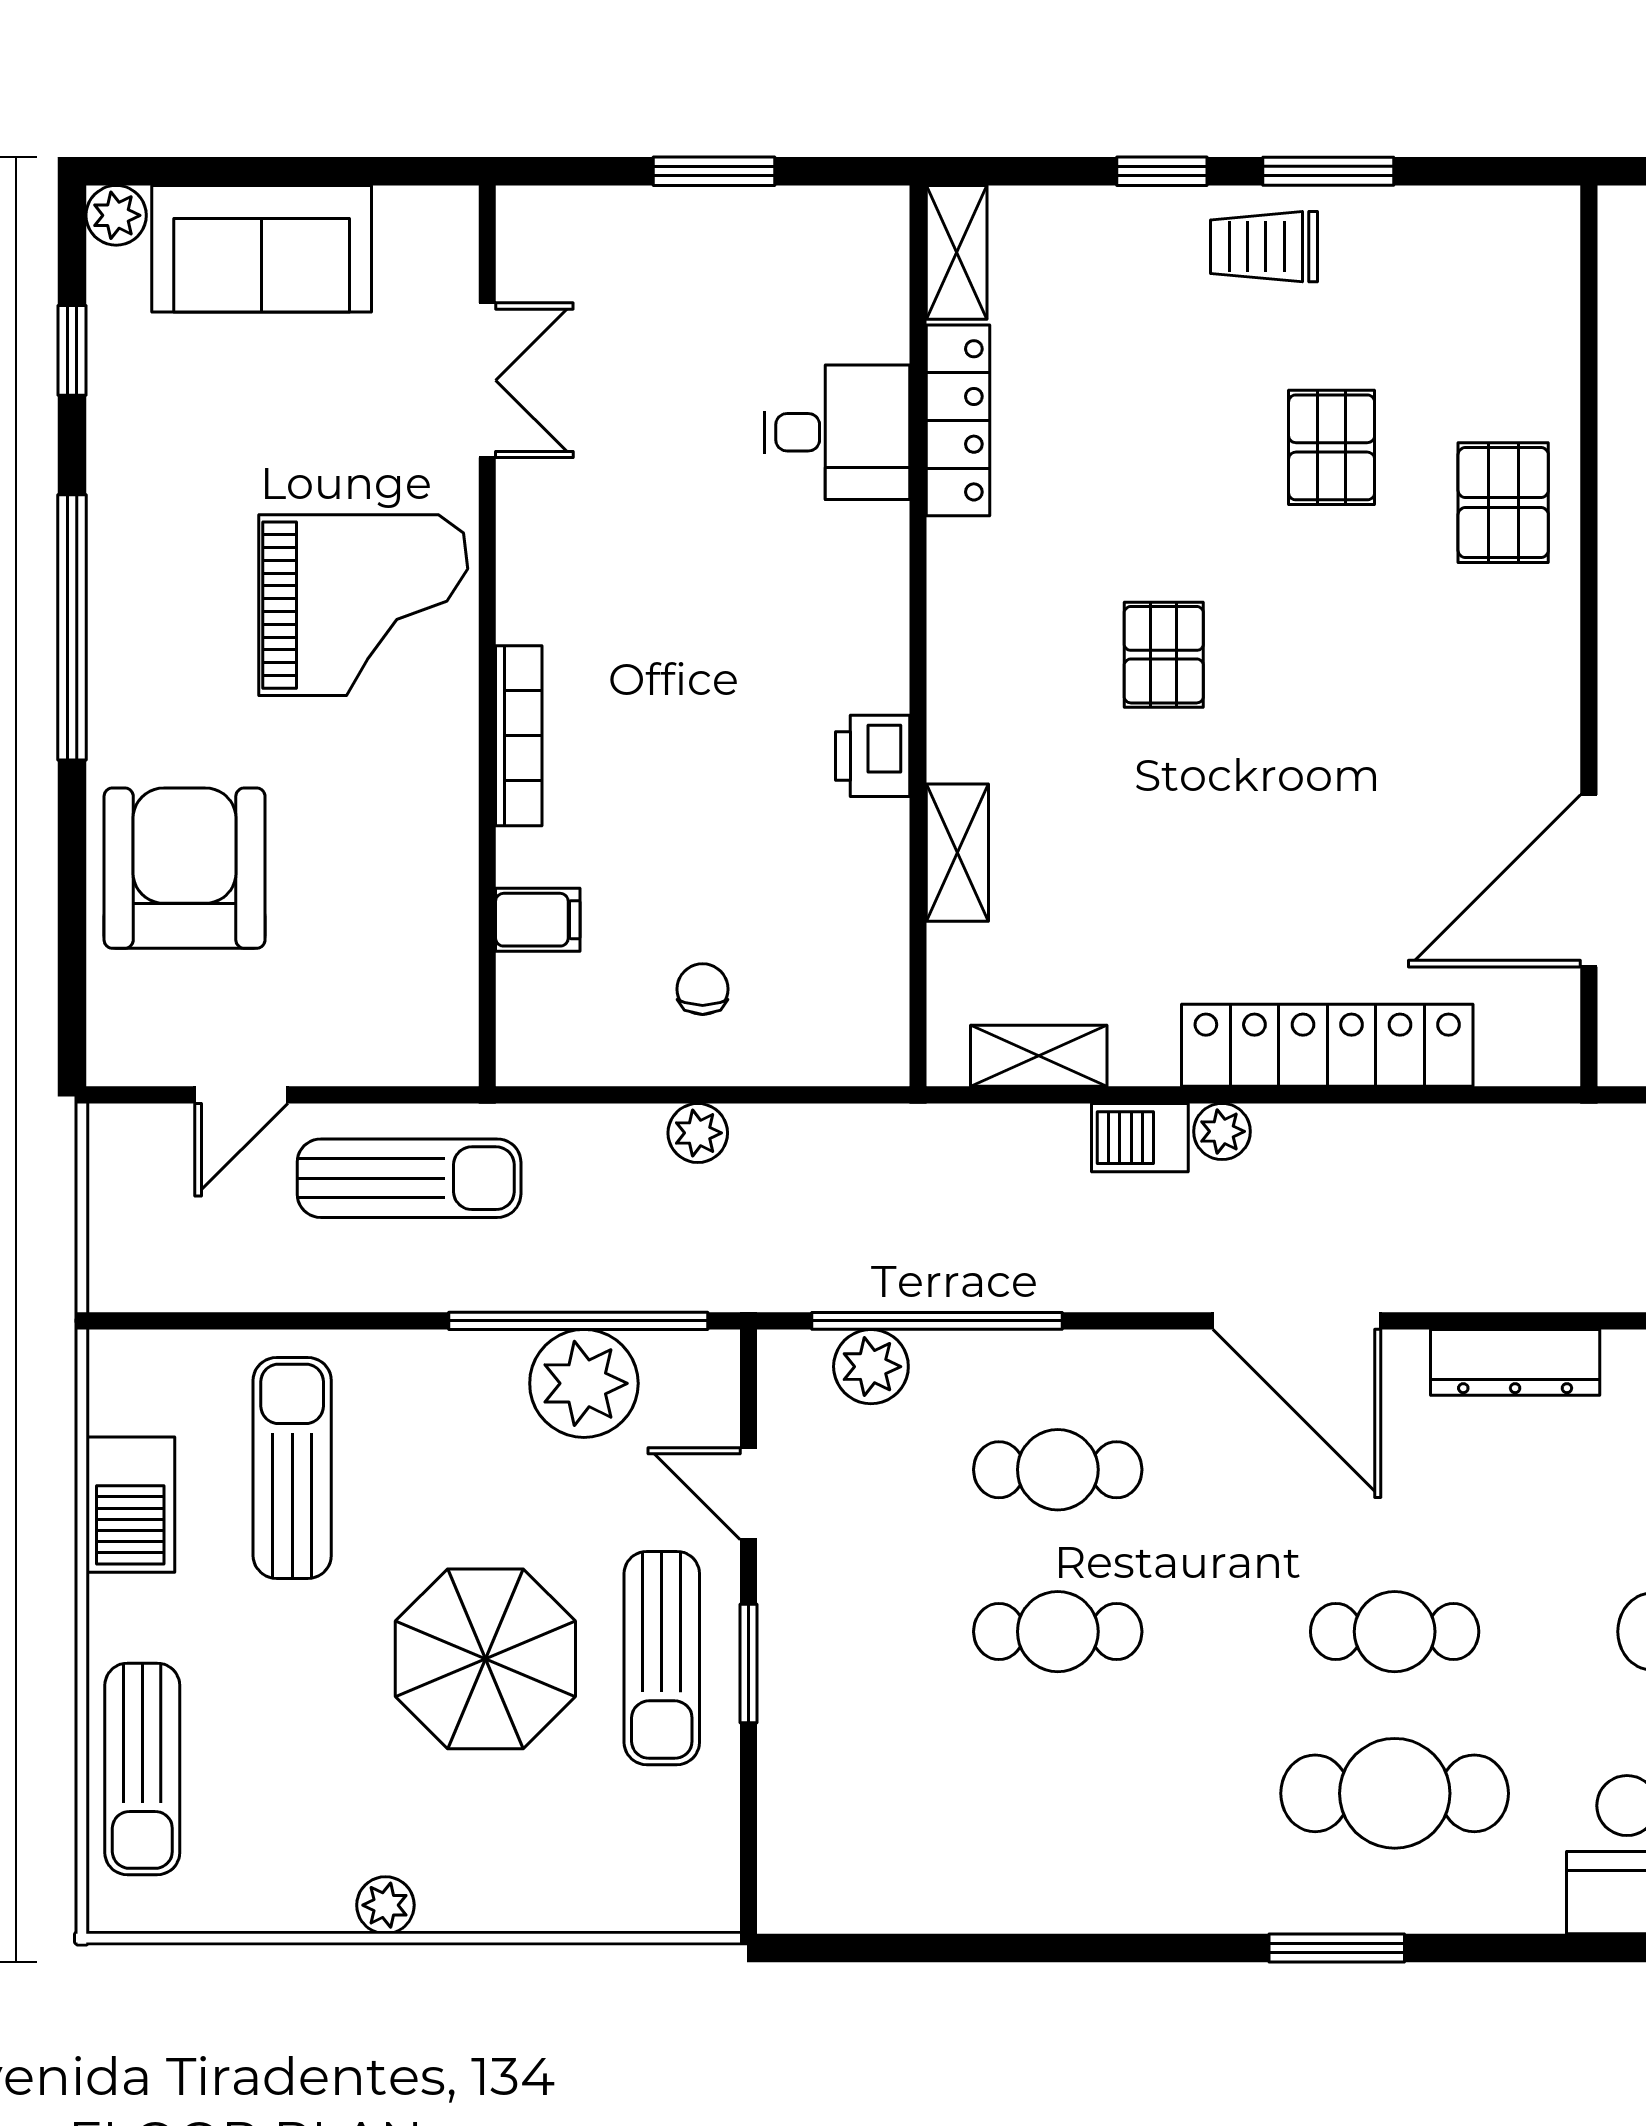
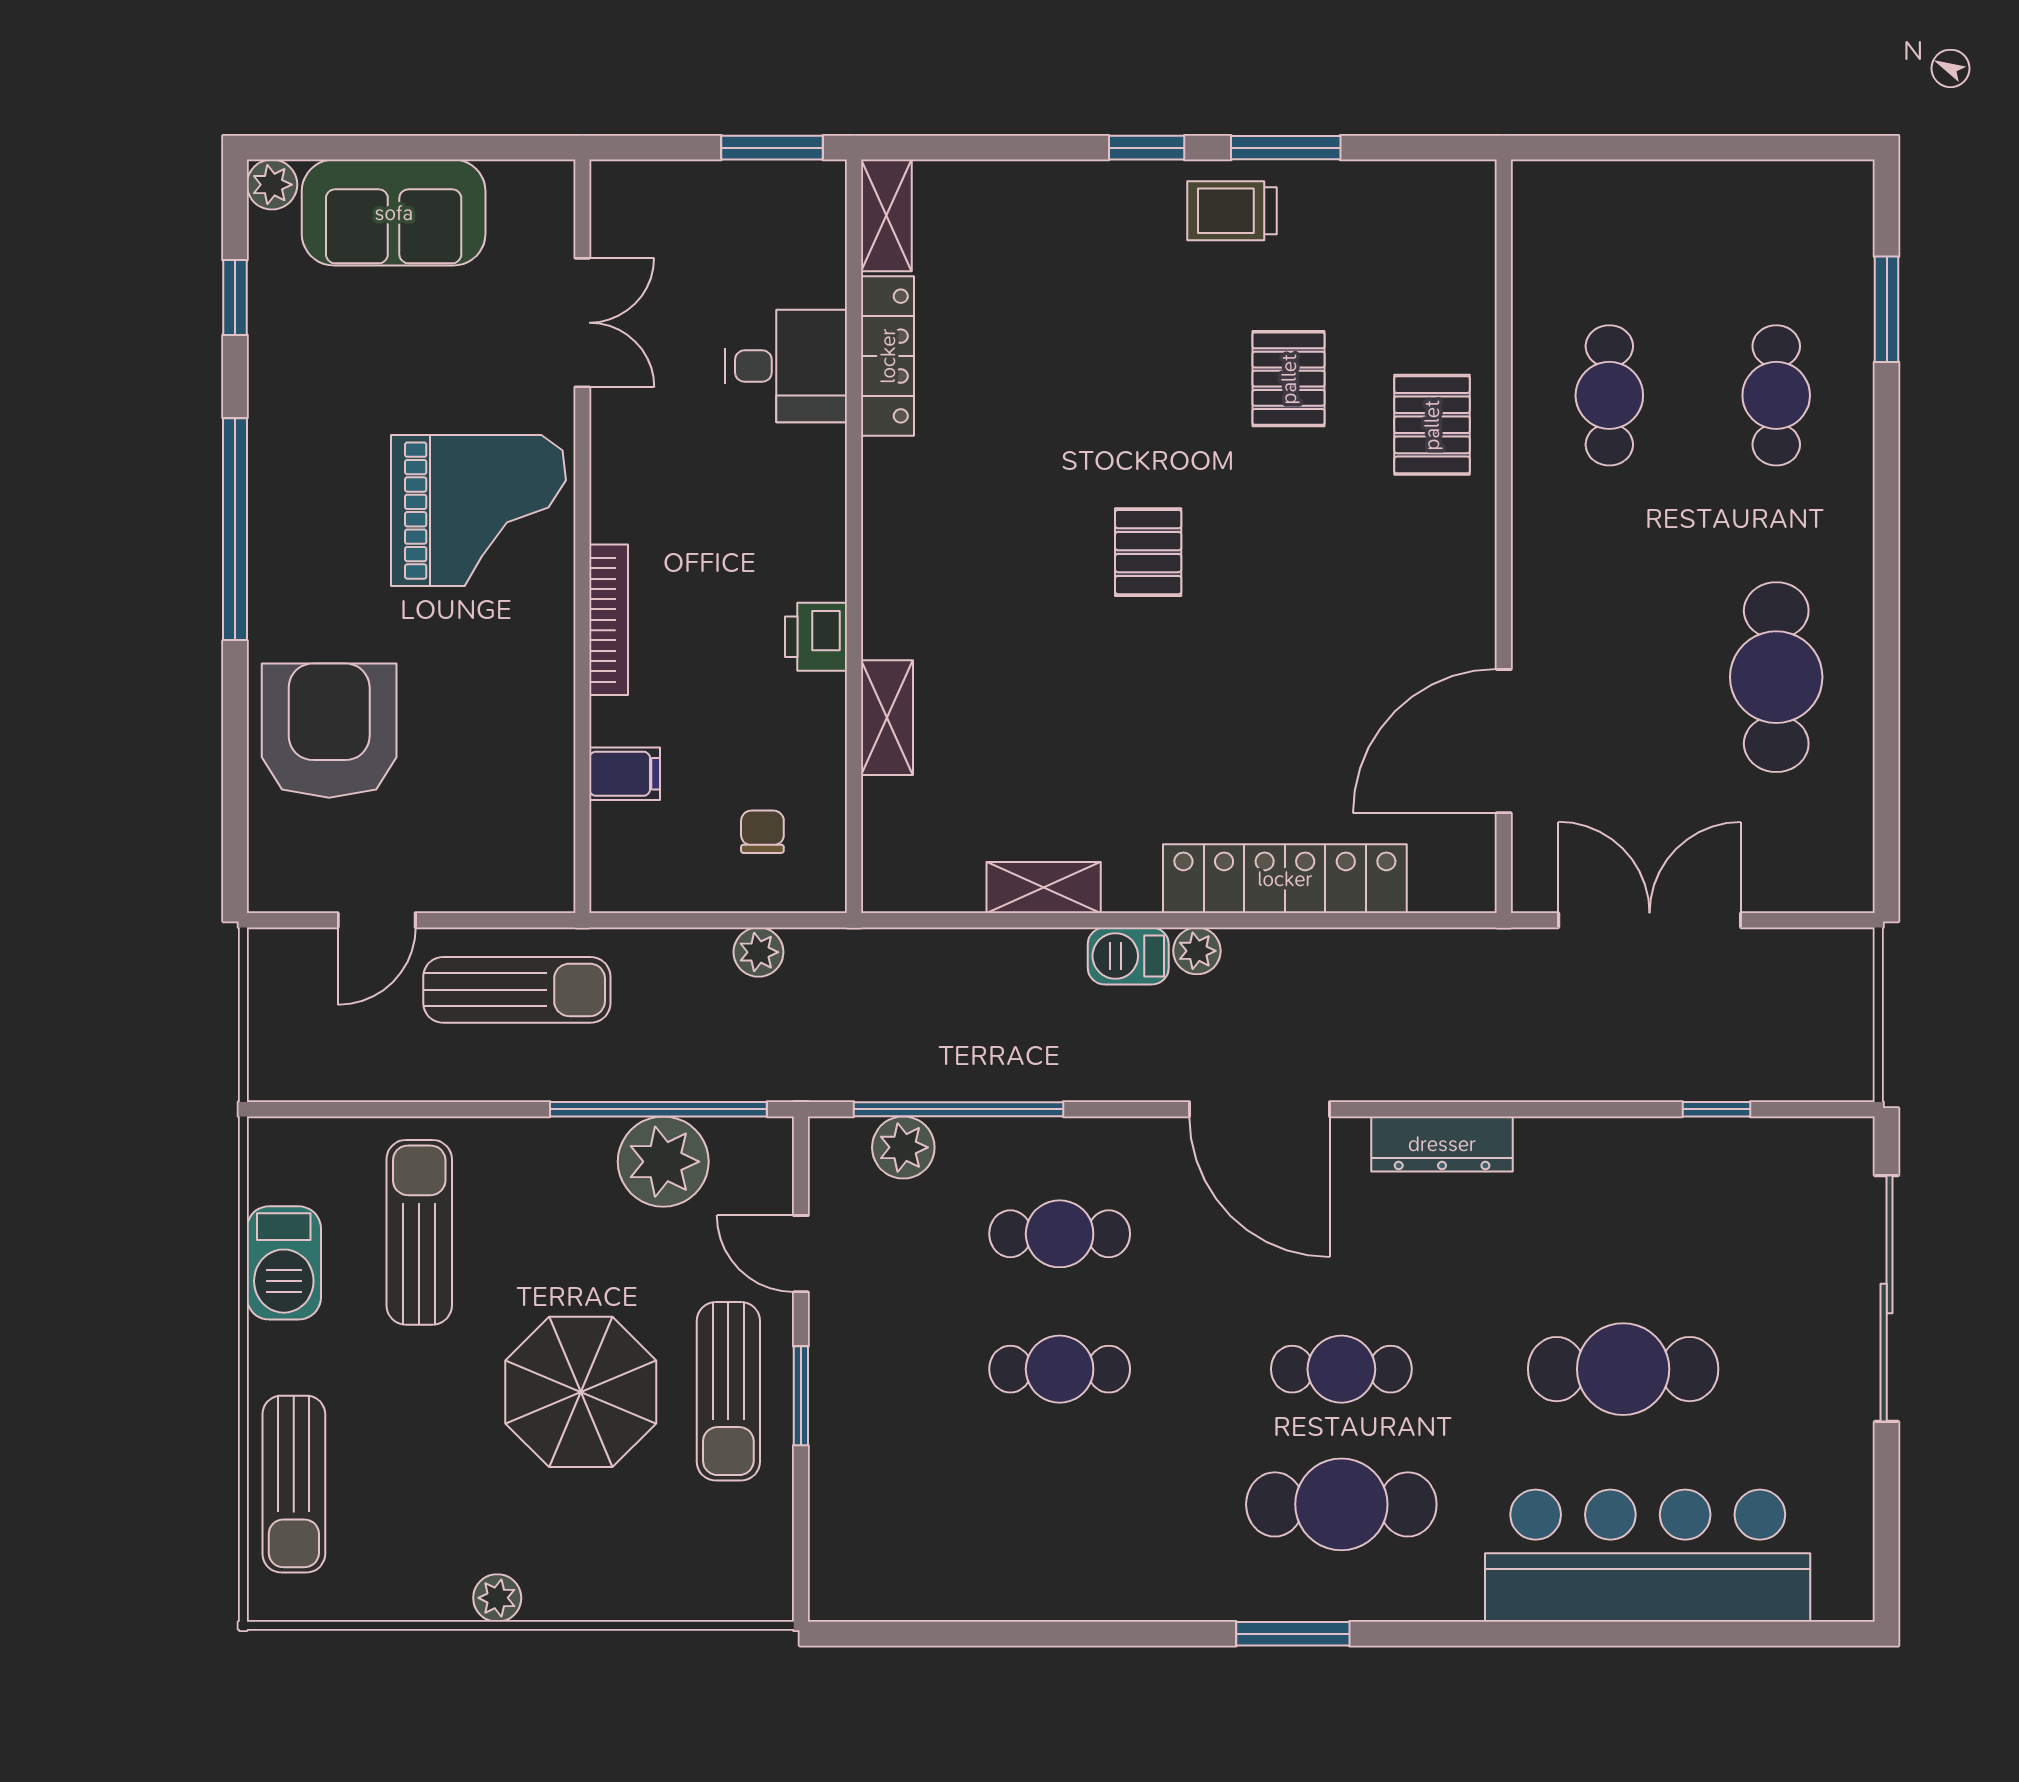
shelving: (957, 252) -> (886, 215), moved
locker: (958, 420) -> (888, 356), moved
desk: (837, 432) -> (786, 366), moved
wall: (918, 636) -> (854, 536), moved
printer: (873, 756) -> (816, 637), moved
shelving: (957, 853) -> (887, 718), moved

